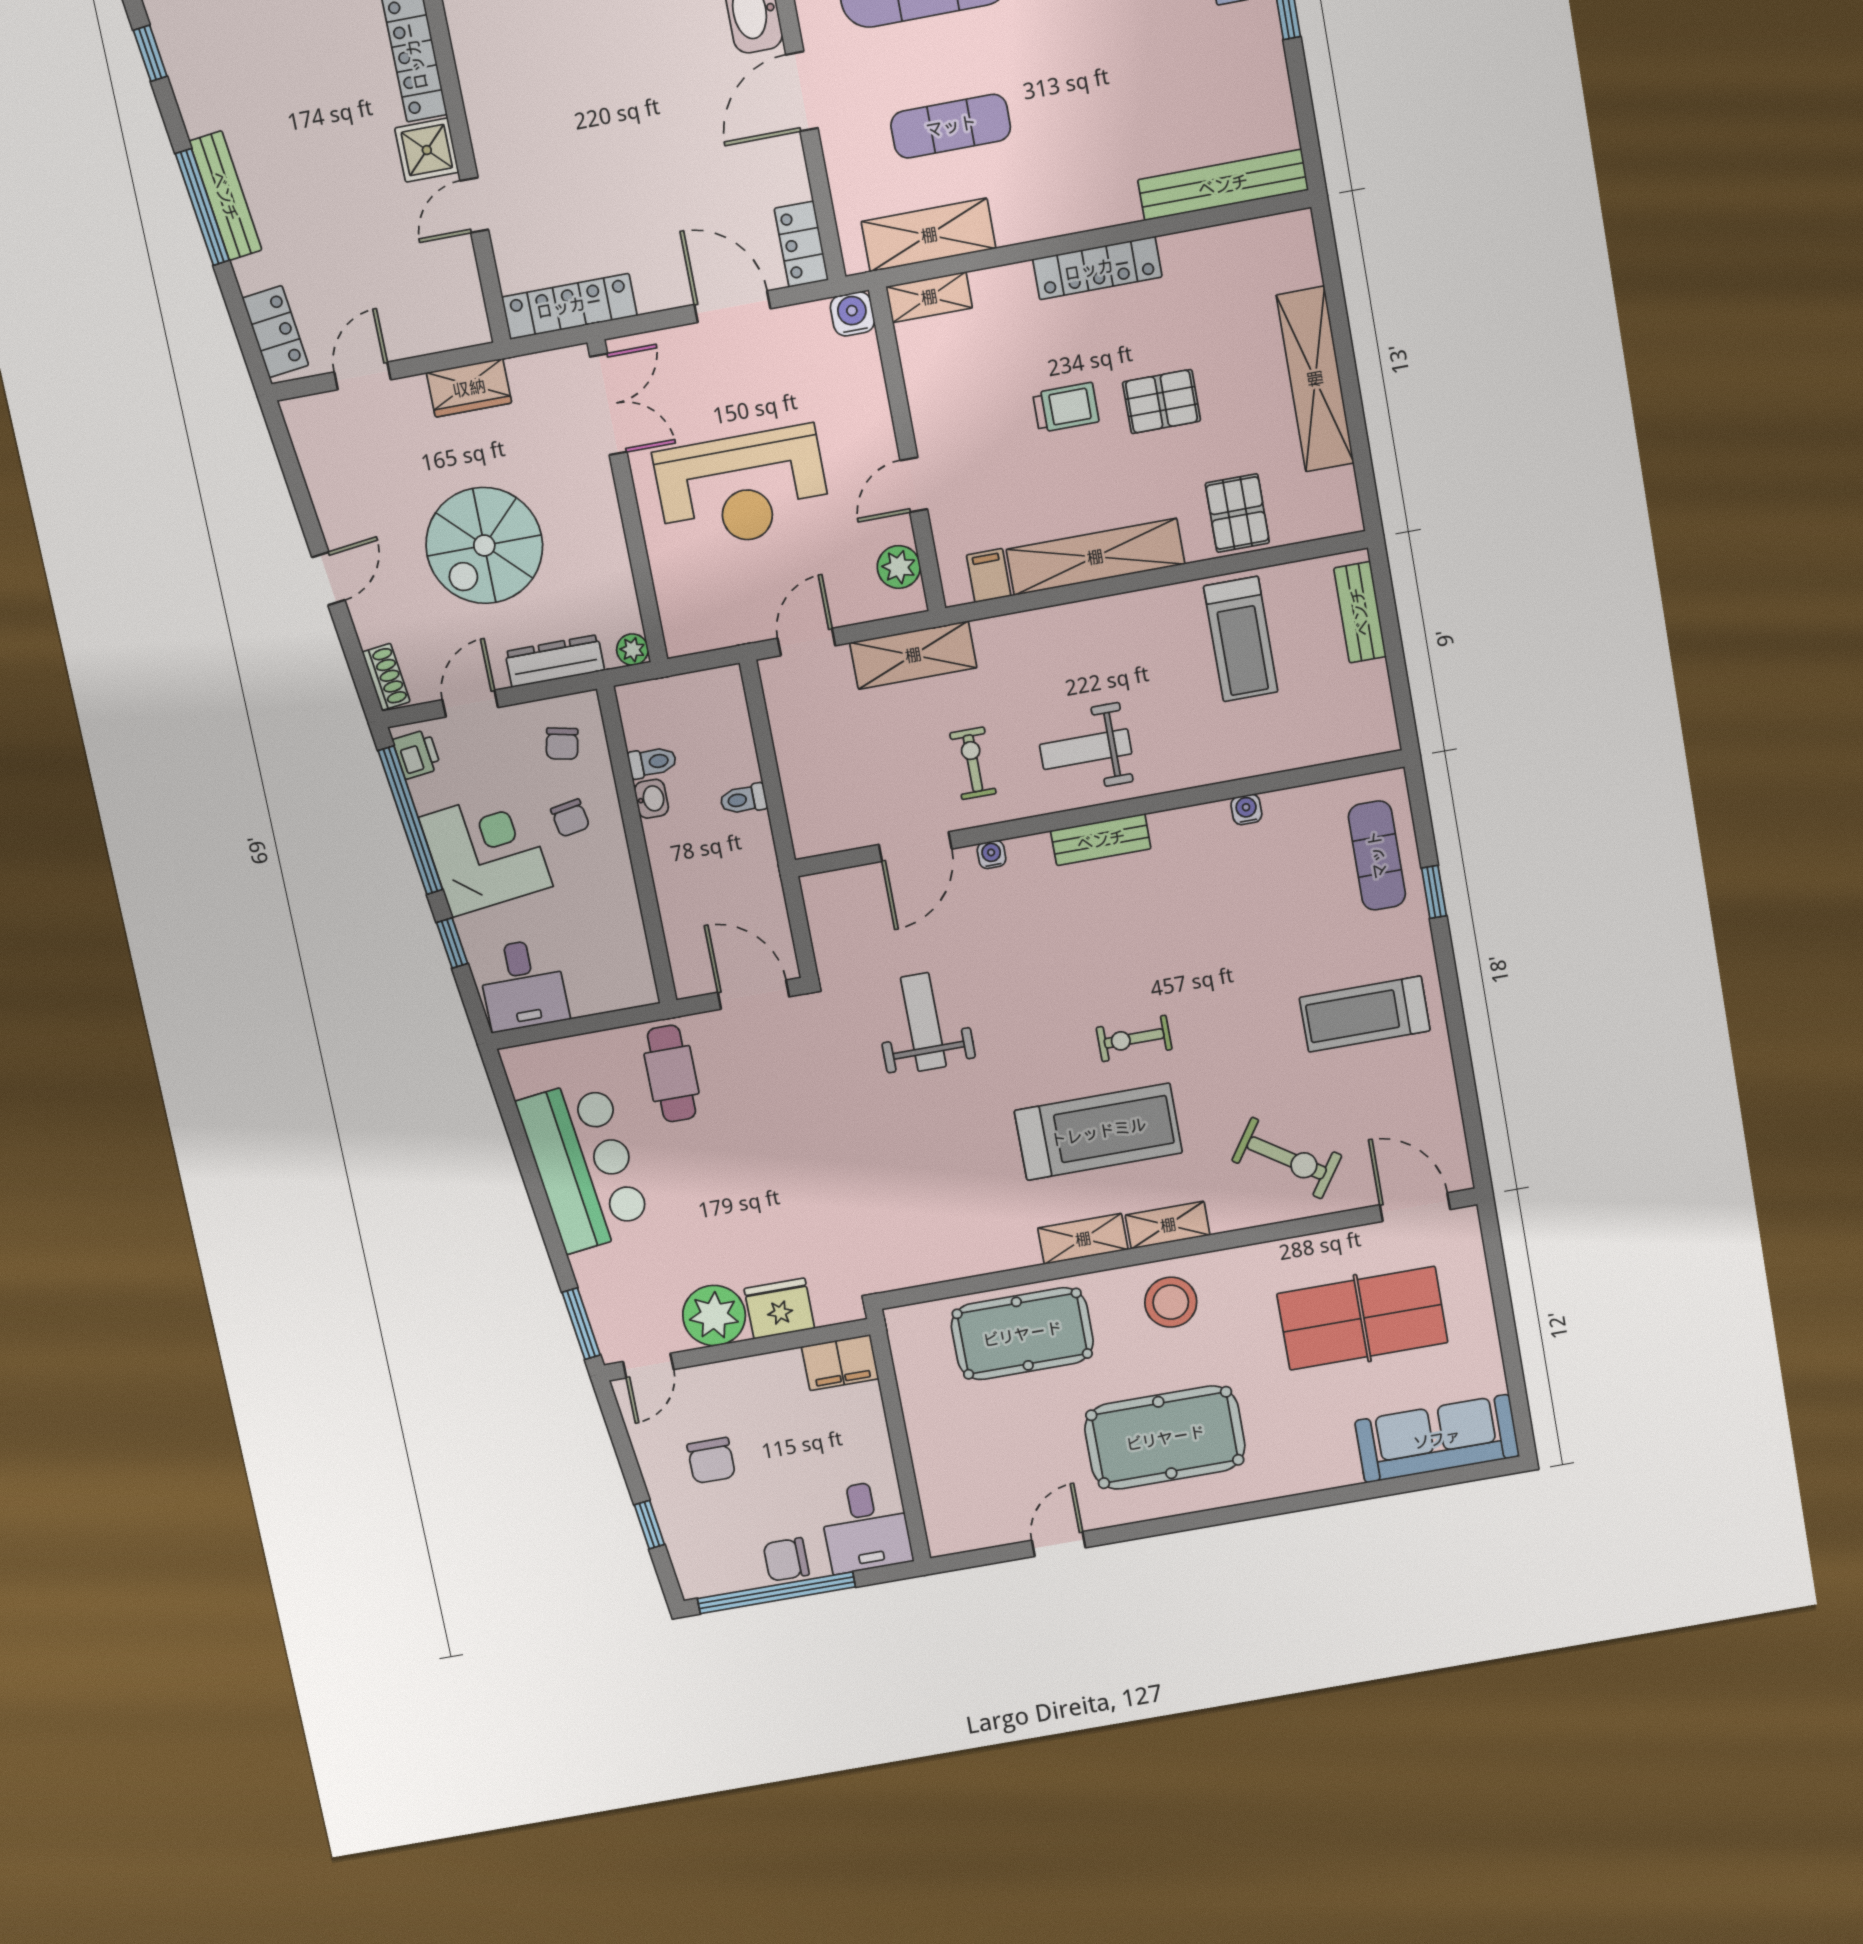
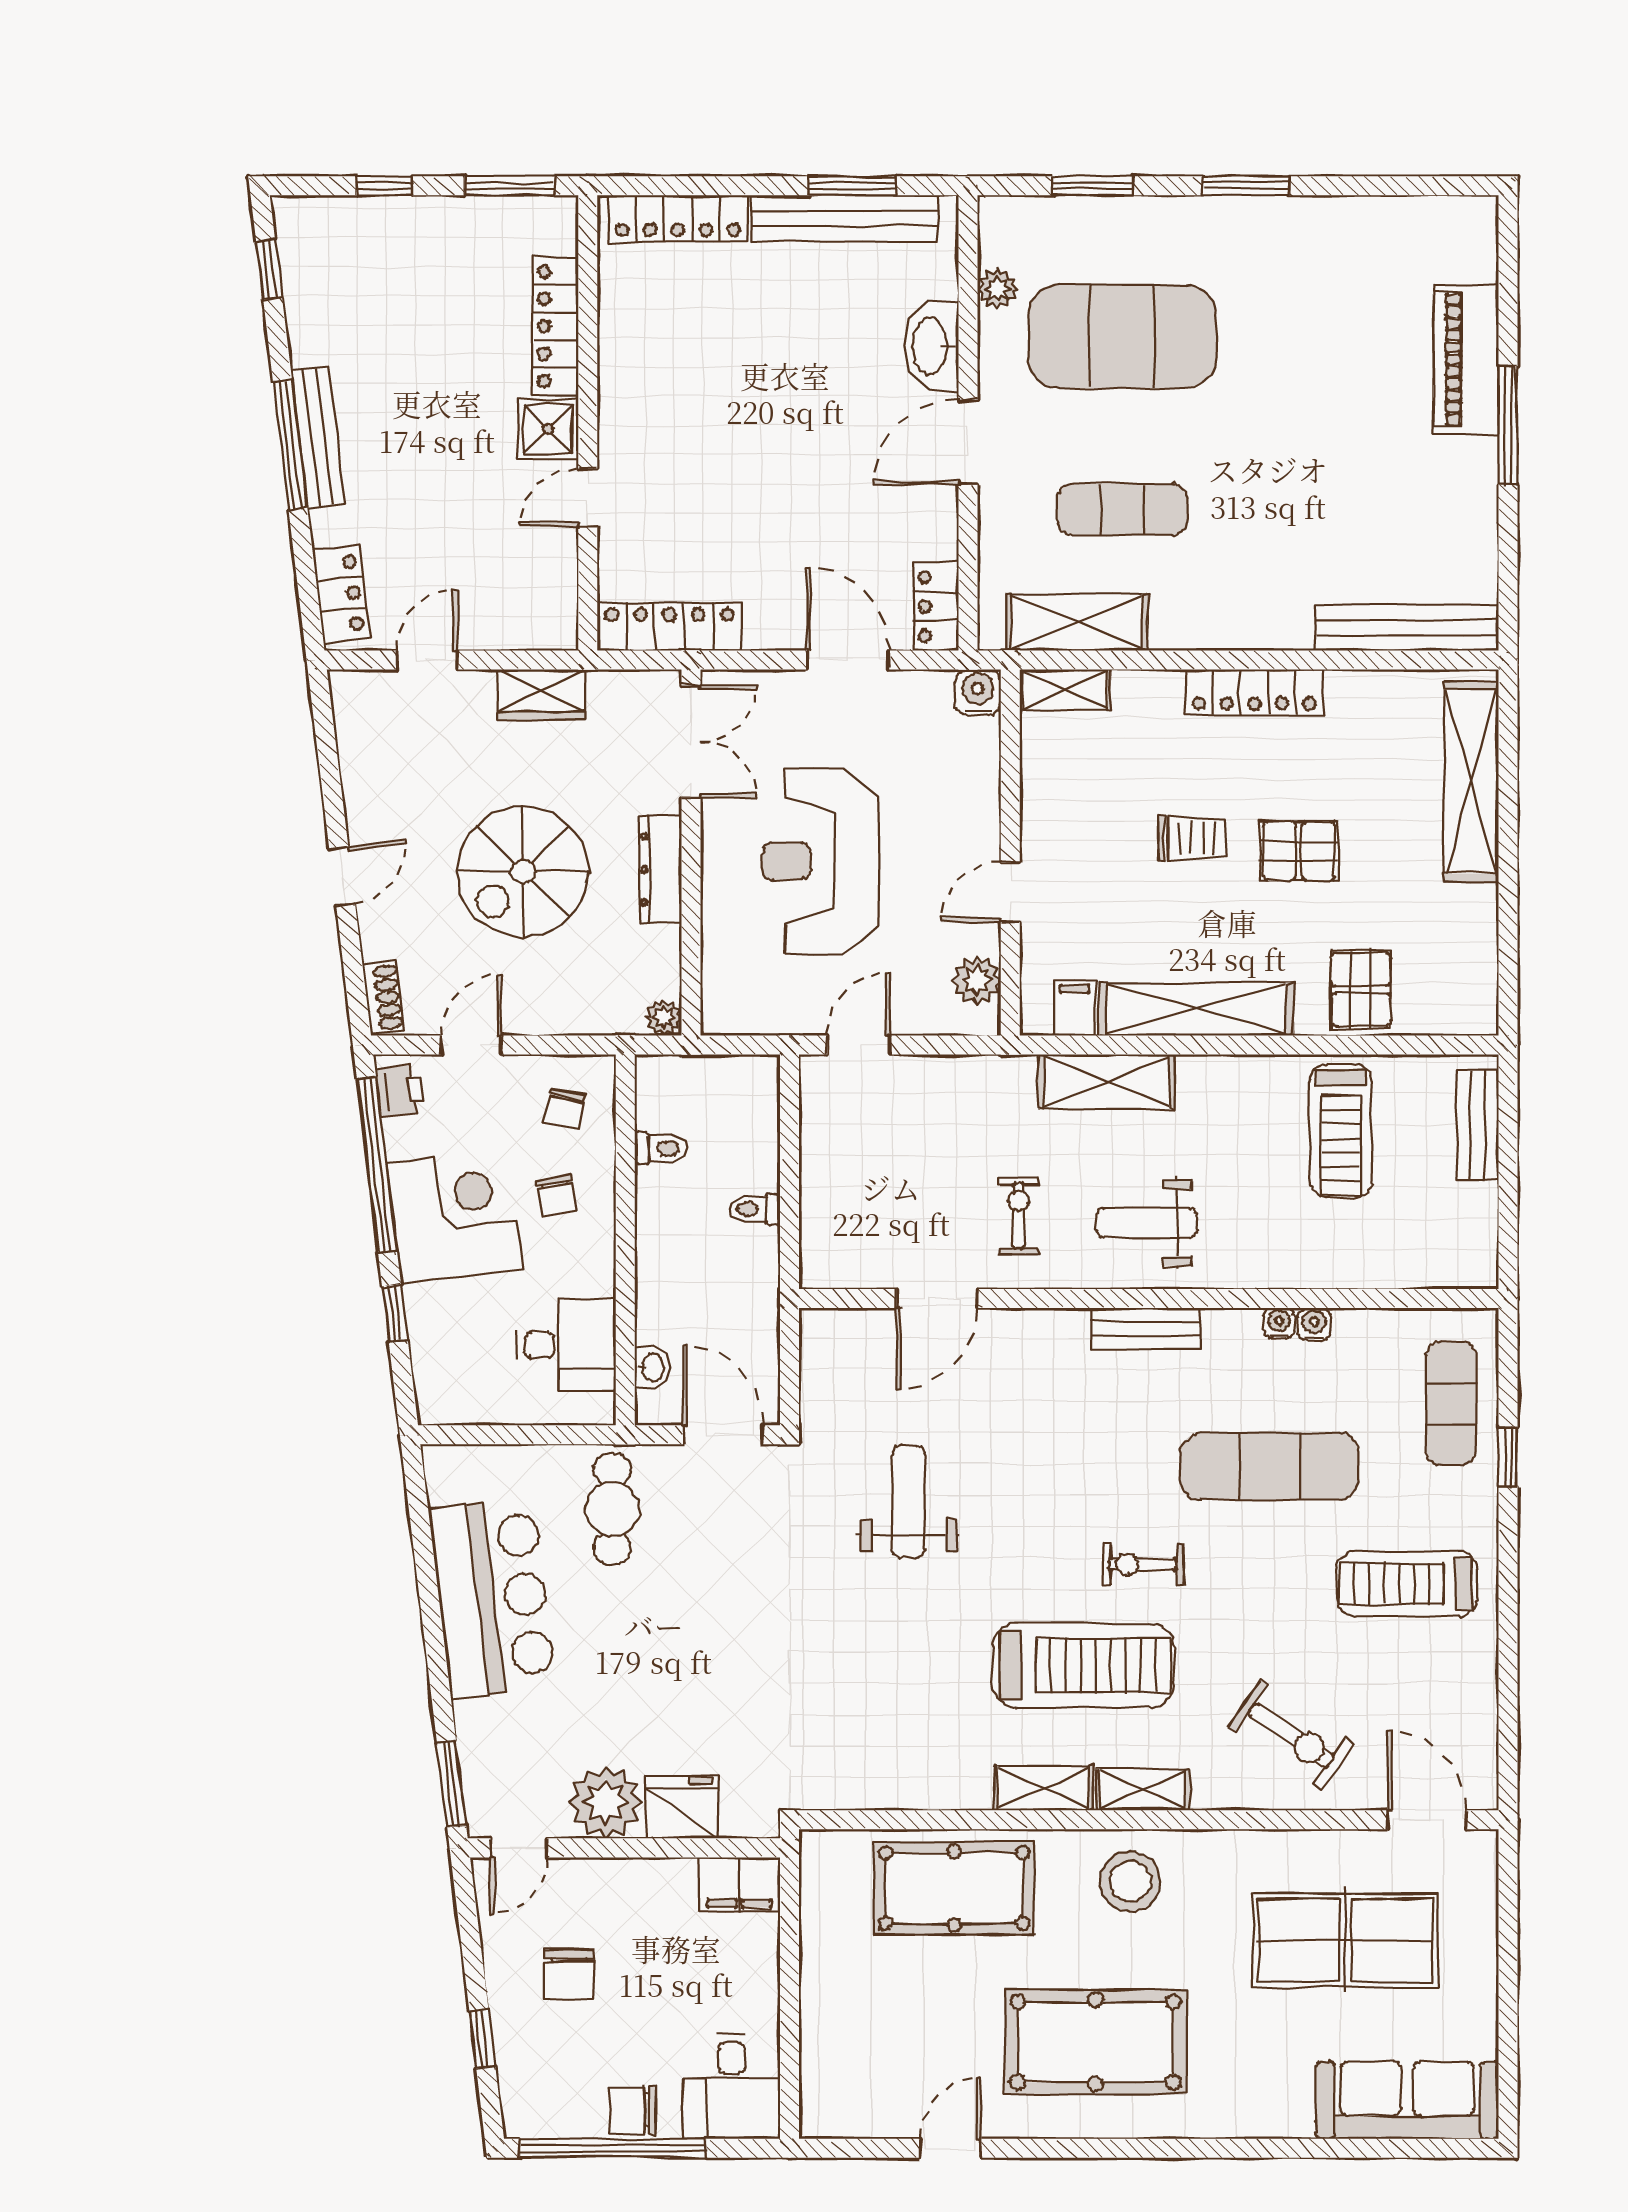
shelving: (1315, 379) -> (1471, 781), moved
reception desk: (742, 488) -> (820, 861), turned 90
shelving: (913, 655) -> (1107, 1082), moved
dresser: (555, 661) -> (661, 869), moved, turned -90
washbasin: (651, 799) -> (652, 1367), moved
water cooler: (992, 854) -> (1279, 1323), moved
exercise mat: (1229, 937) -> (1270, 1467), added
desk: (523, 985) -> (566, 1345), moved, turned -90

